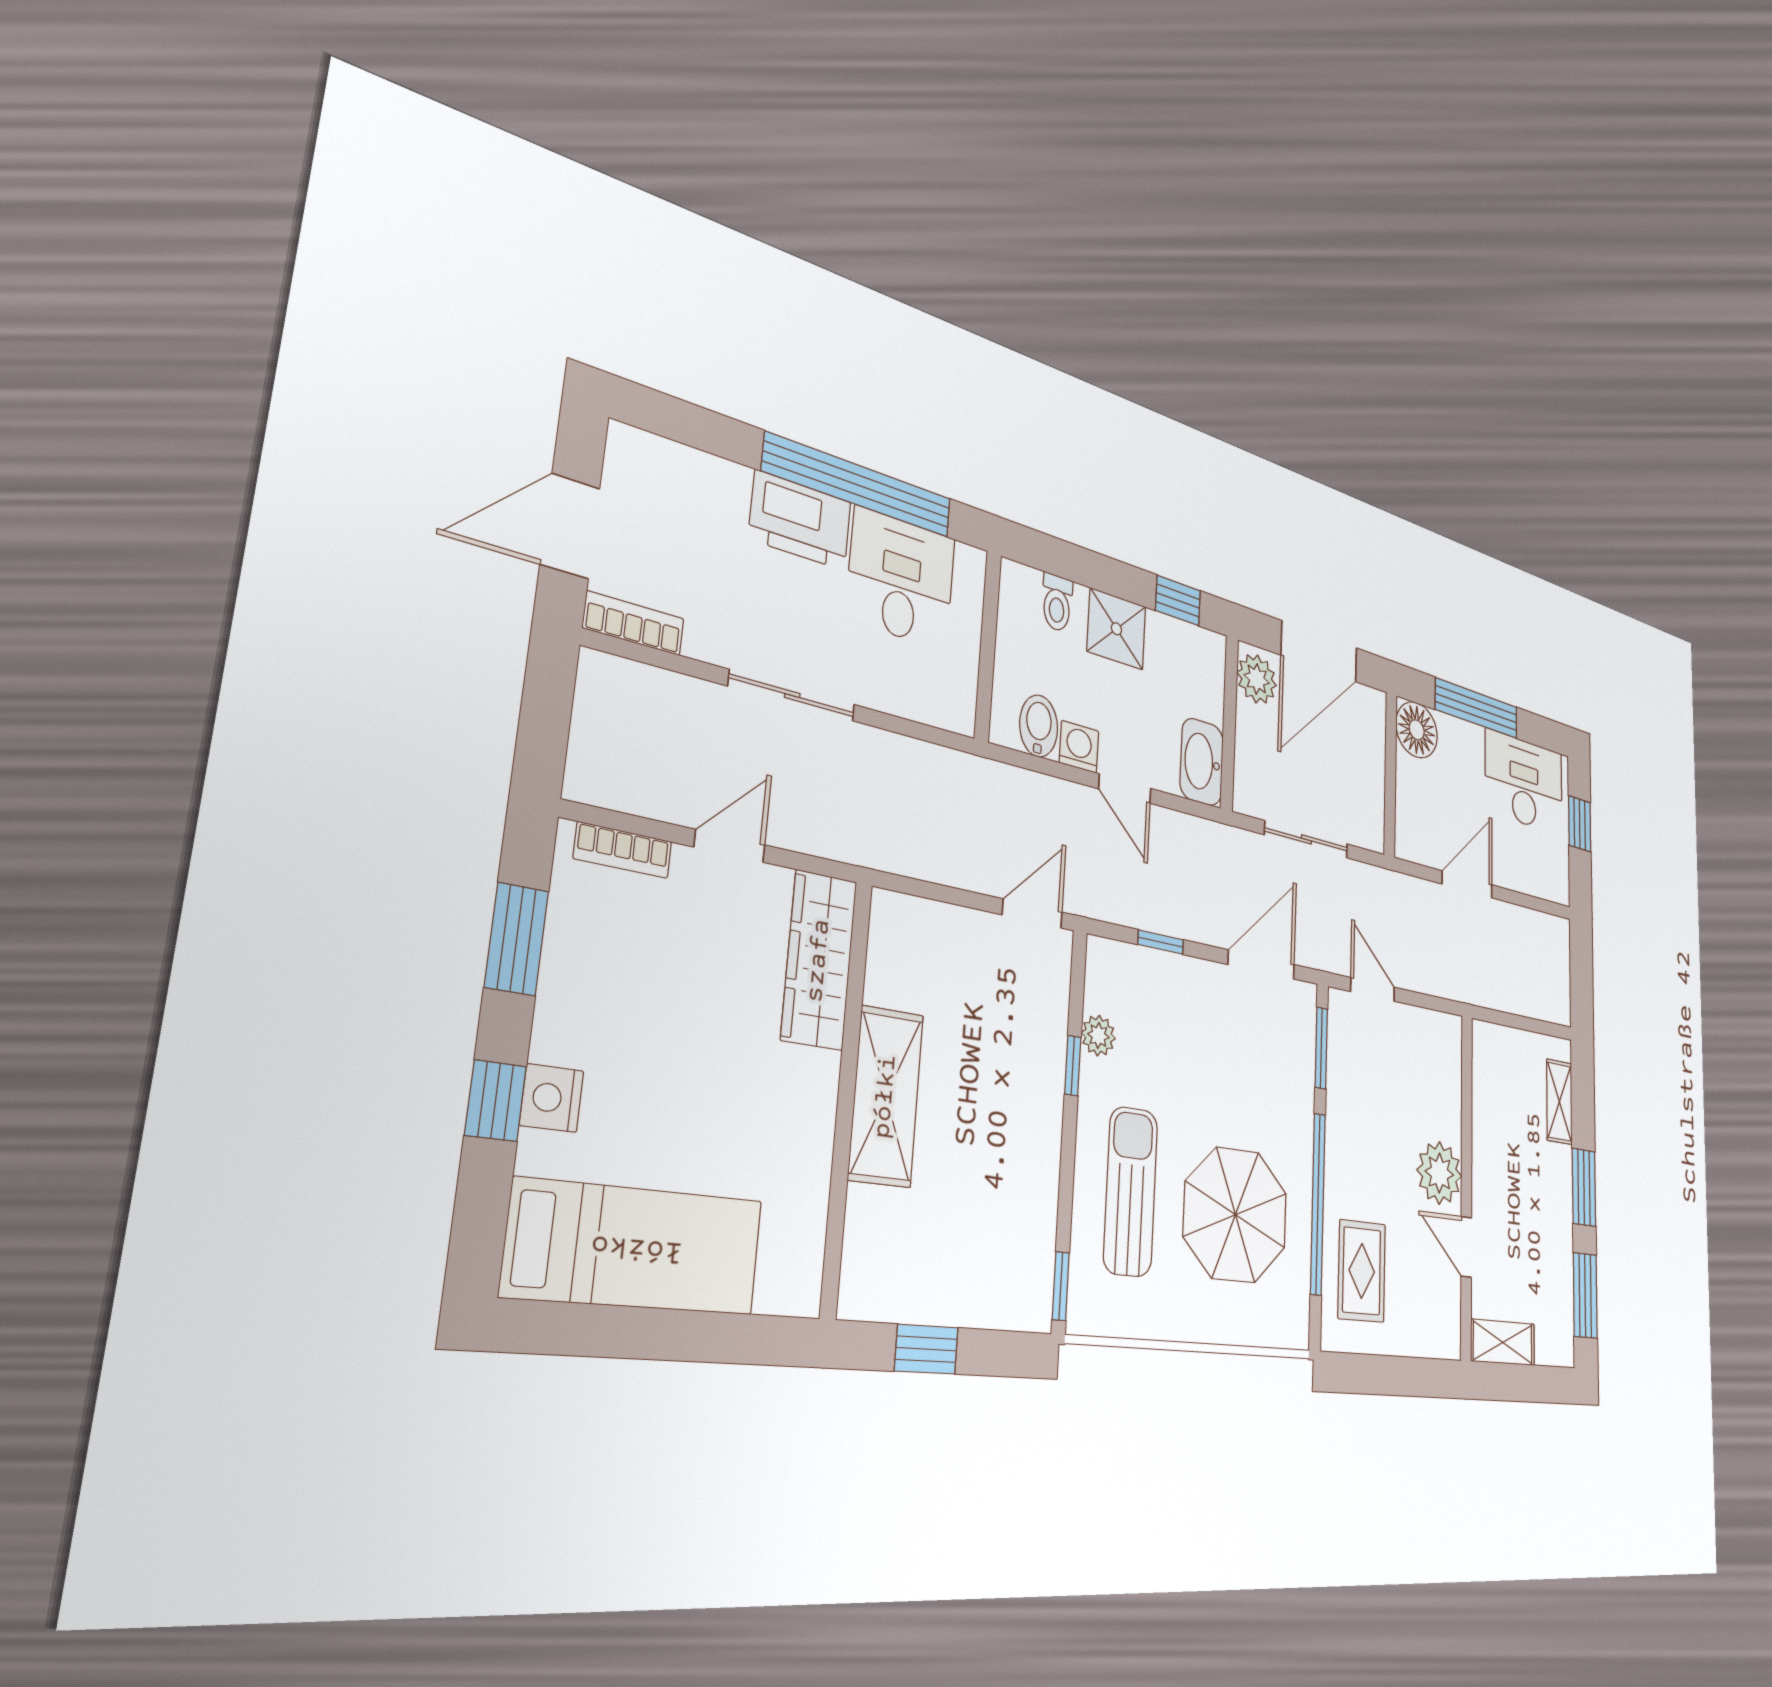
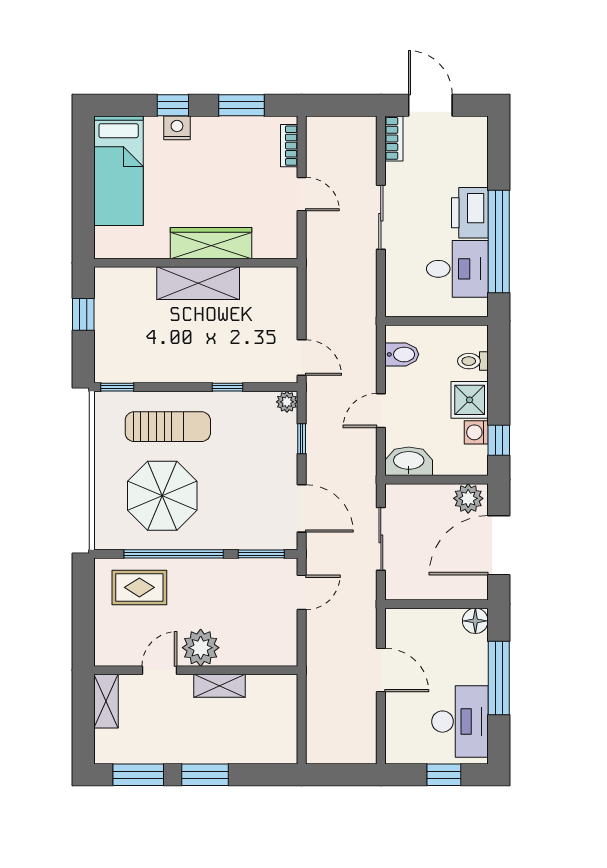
door: (1319, 652) -> (499, 545), hinge flipped
floor lamp: (1417, 730) -> (475, 621), width x0.73, depth x0.73
washing machine: (1079, 747) -> (476, 432), moved, turned 180
wardrobe: (819, 960) -> (211, 243), moved
plant: (1098, 1036) -> (287, 402), moved
shelving: (1559, 1102) -> (220, 686), moved

